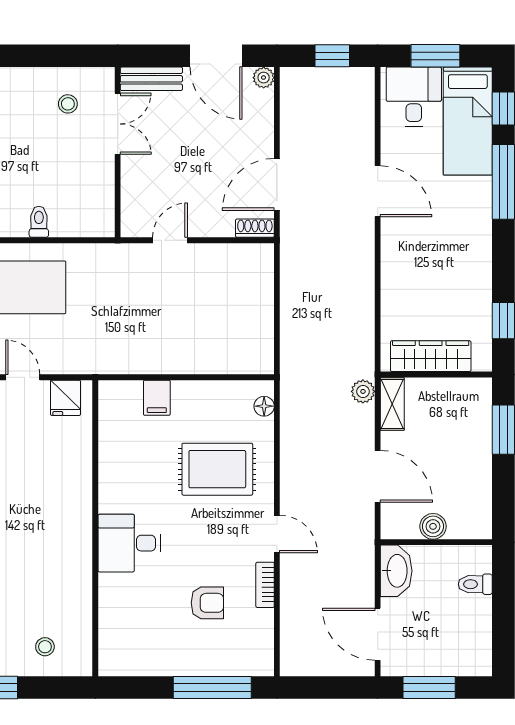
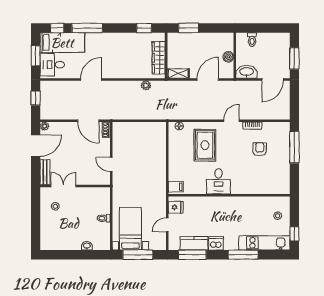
plant: (363, 391) -> (146, 85), moved
filing cabinet: (157, 398) -> (176, 187), moved
desk: (129, 543) -> (219, 181), moved

